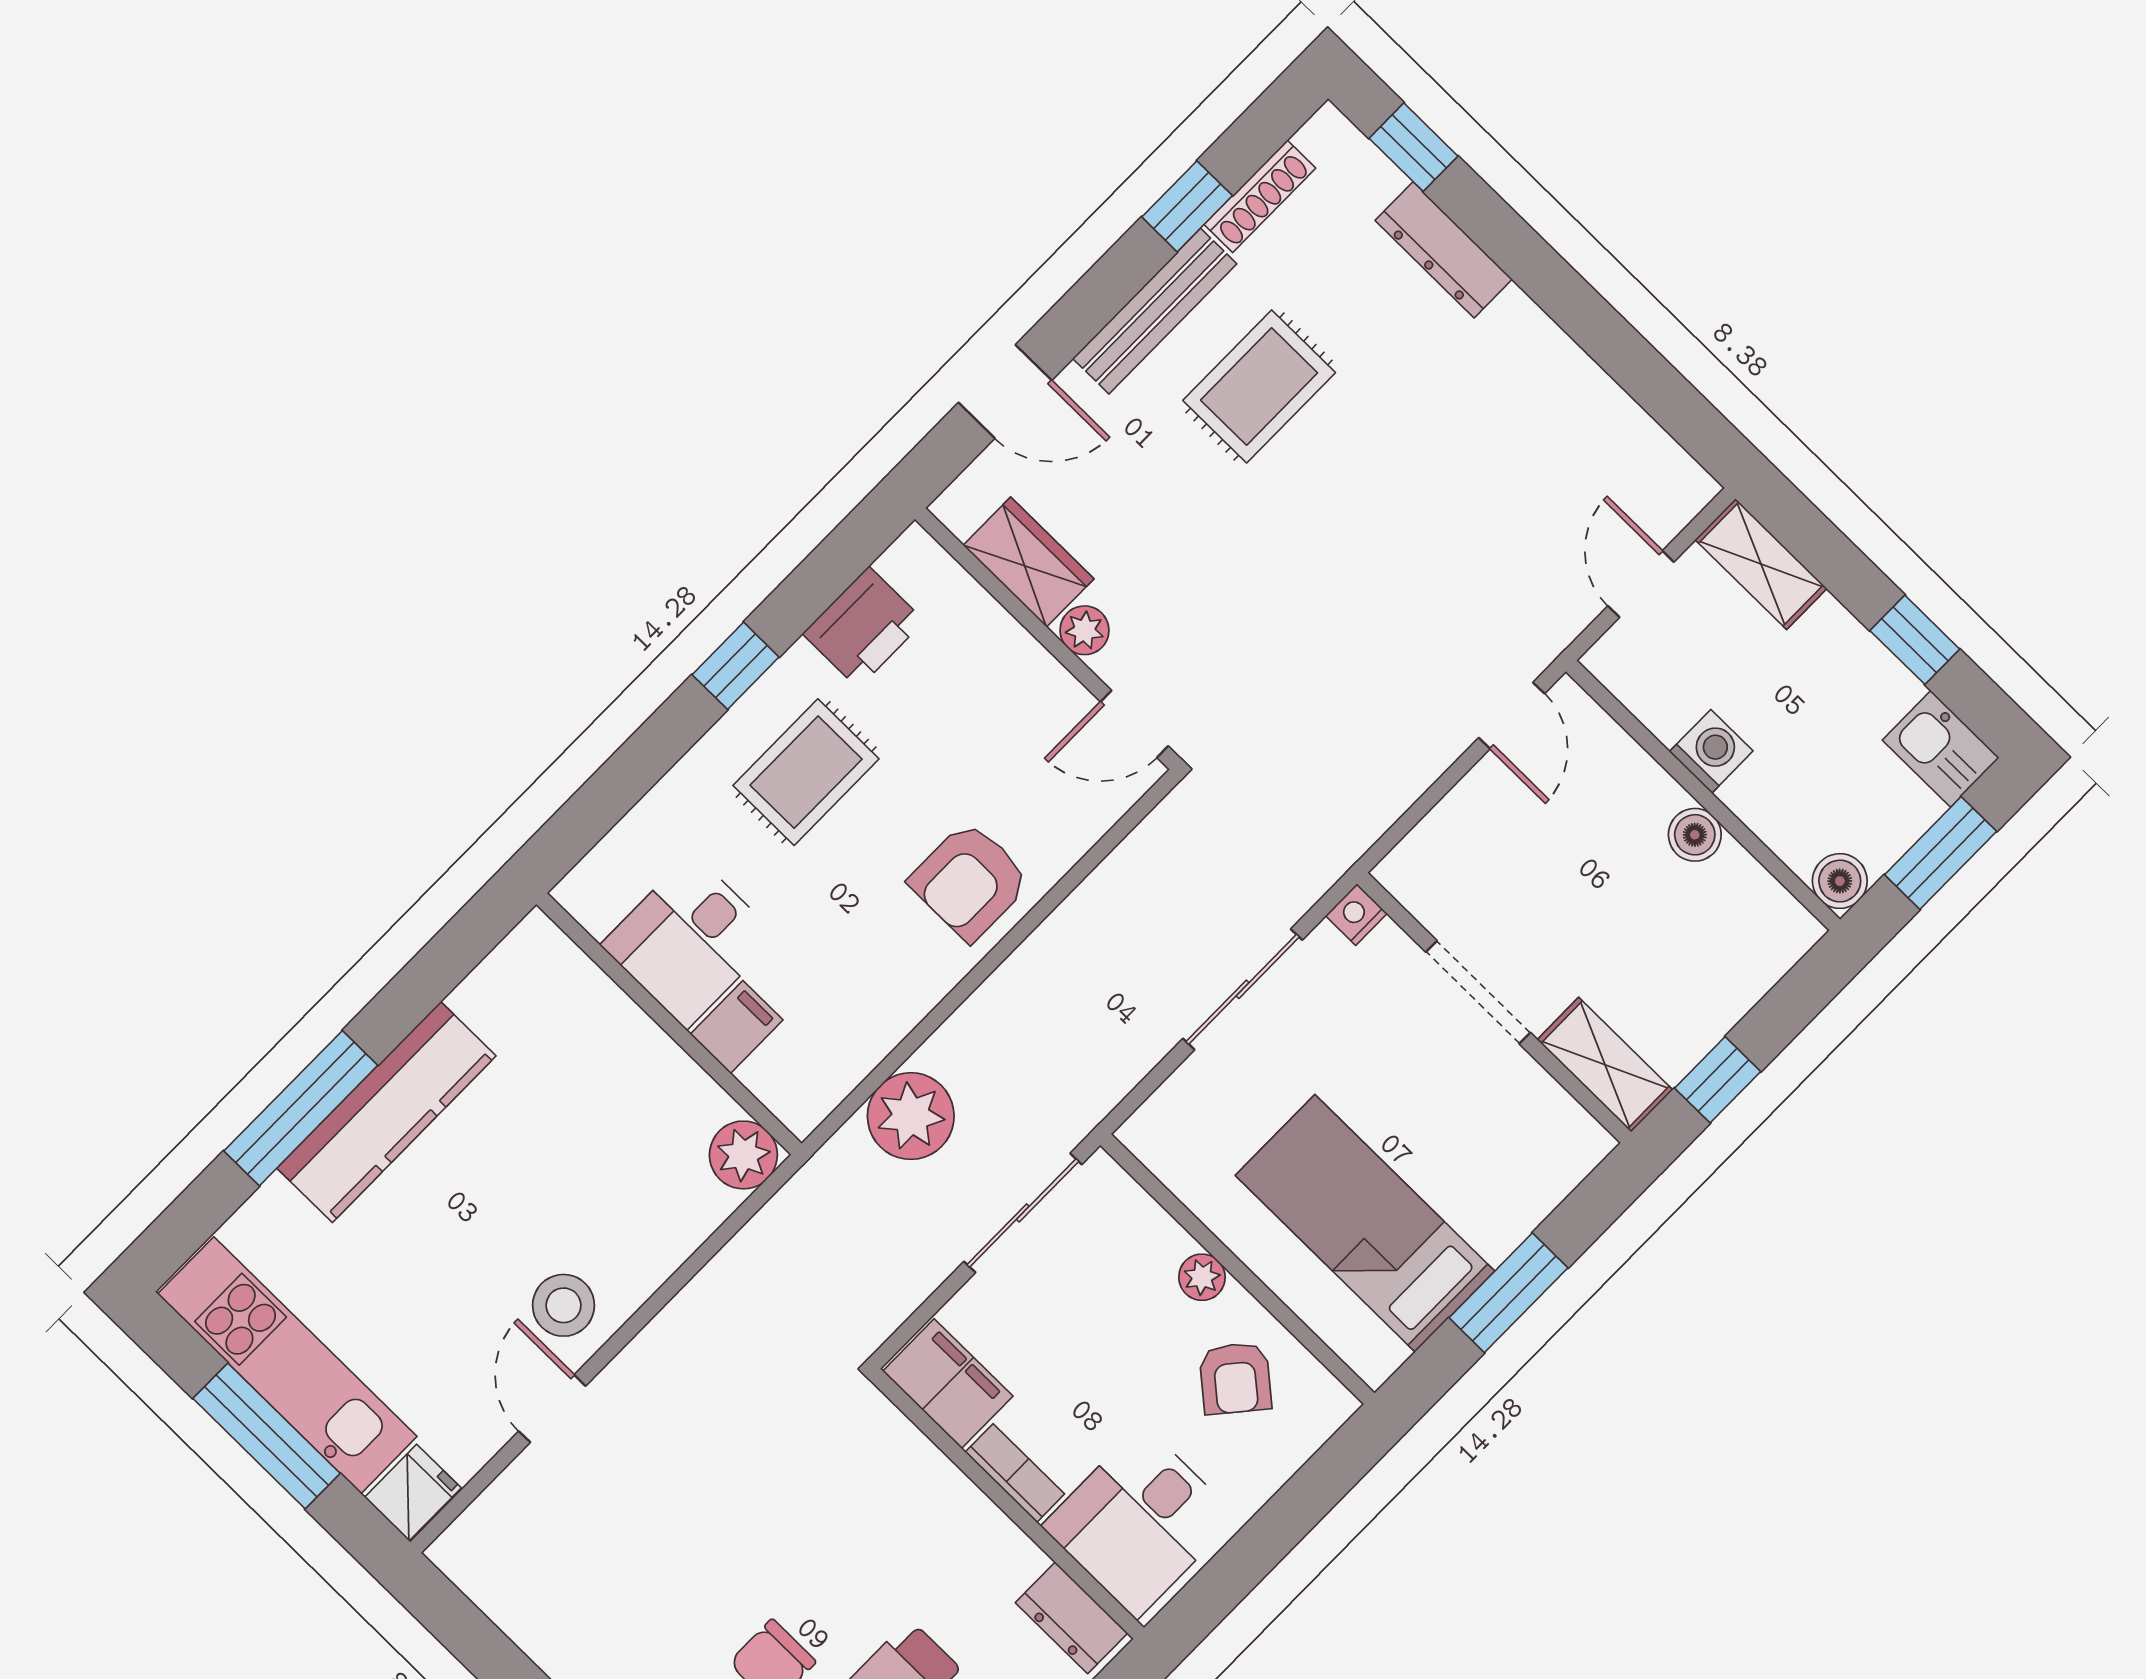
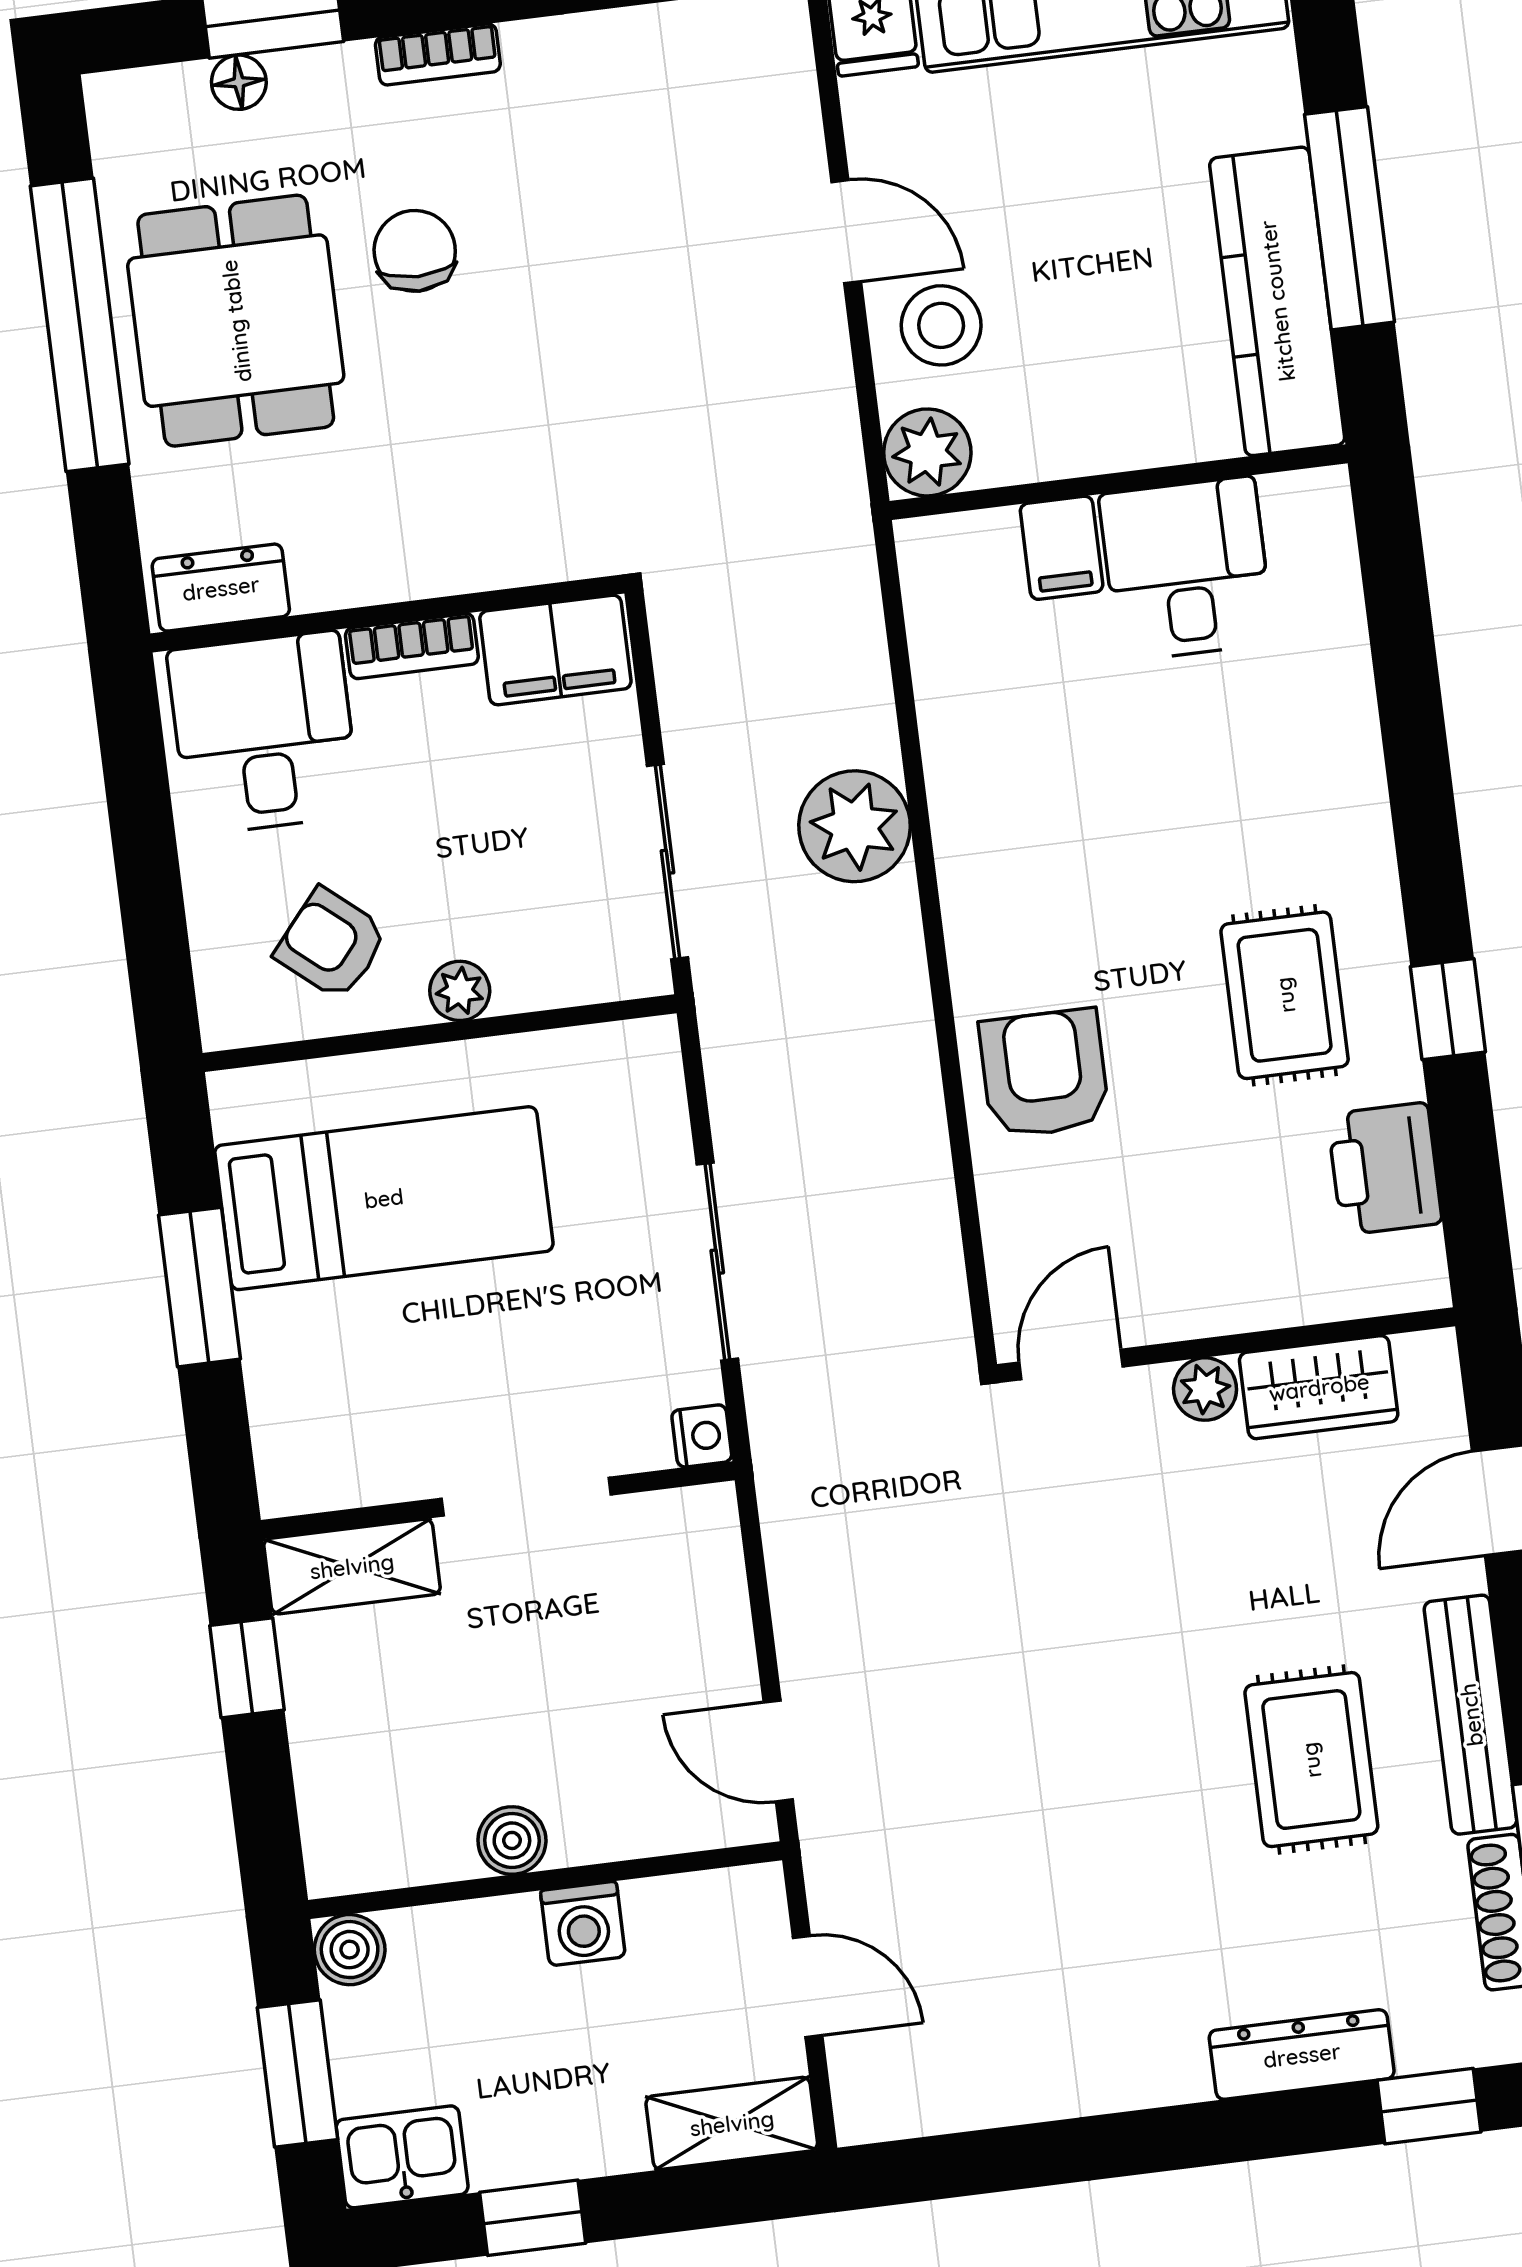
desk: (689, 941) -> (1186, 569), moved
wall: (669, 1024) -> (1119, 482), moved
filing cabinet: (737, 1027) -> (1062, 548), moved
plant: (743, 1155) -> (927, 452), moved

